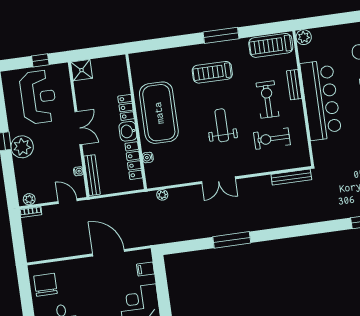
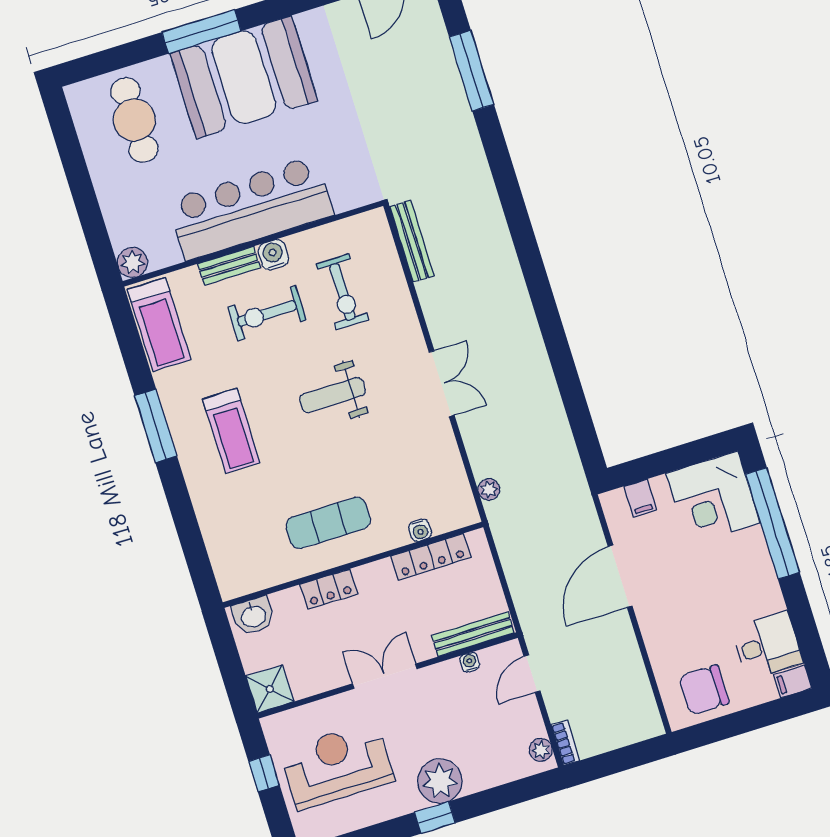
water cooler: (296, 107) -> (273, 255), added
exercise mat: (159, 113) -> (328, 523), width x0.50, depth x0.69
washbasin: (128, 131) -> (253, 616), moved
window: (232, 240) -> (555, 338), removed

